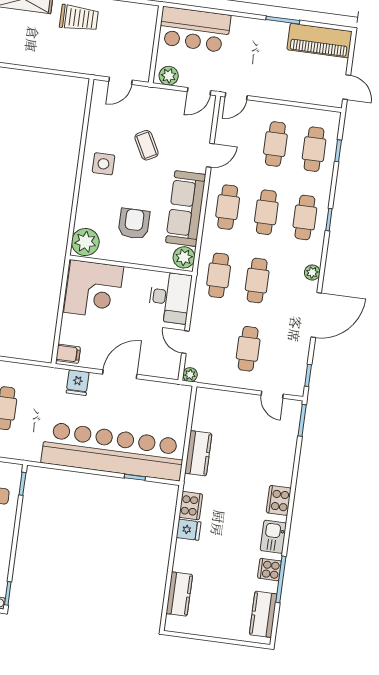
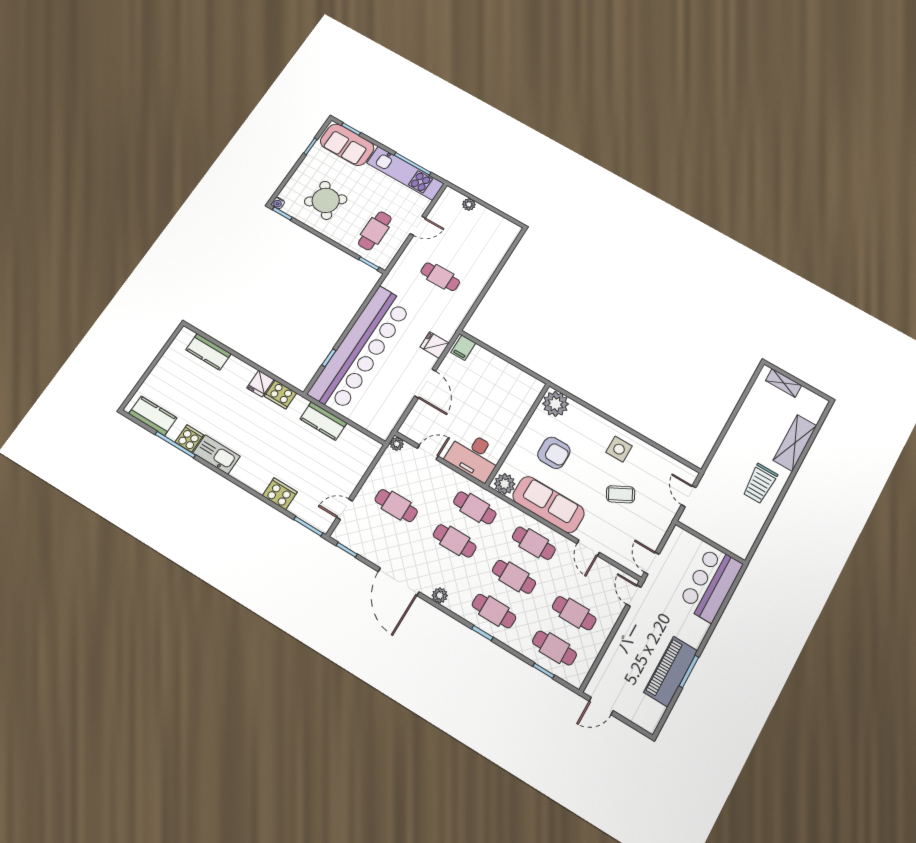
piano: (320, 41) -> (671, 671), moved
plant: (169, 76) -> (677, 542), removed
corner desk: (94, 289) -> (510, 393), removed
cooker: (279, 500) -> (280, 494), moved
kitchen sink: (273, 537) -> (217, 455), width x1.38

